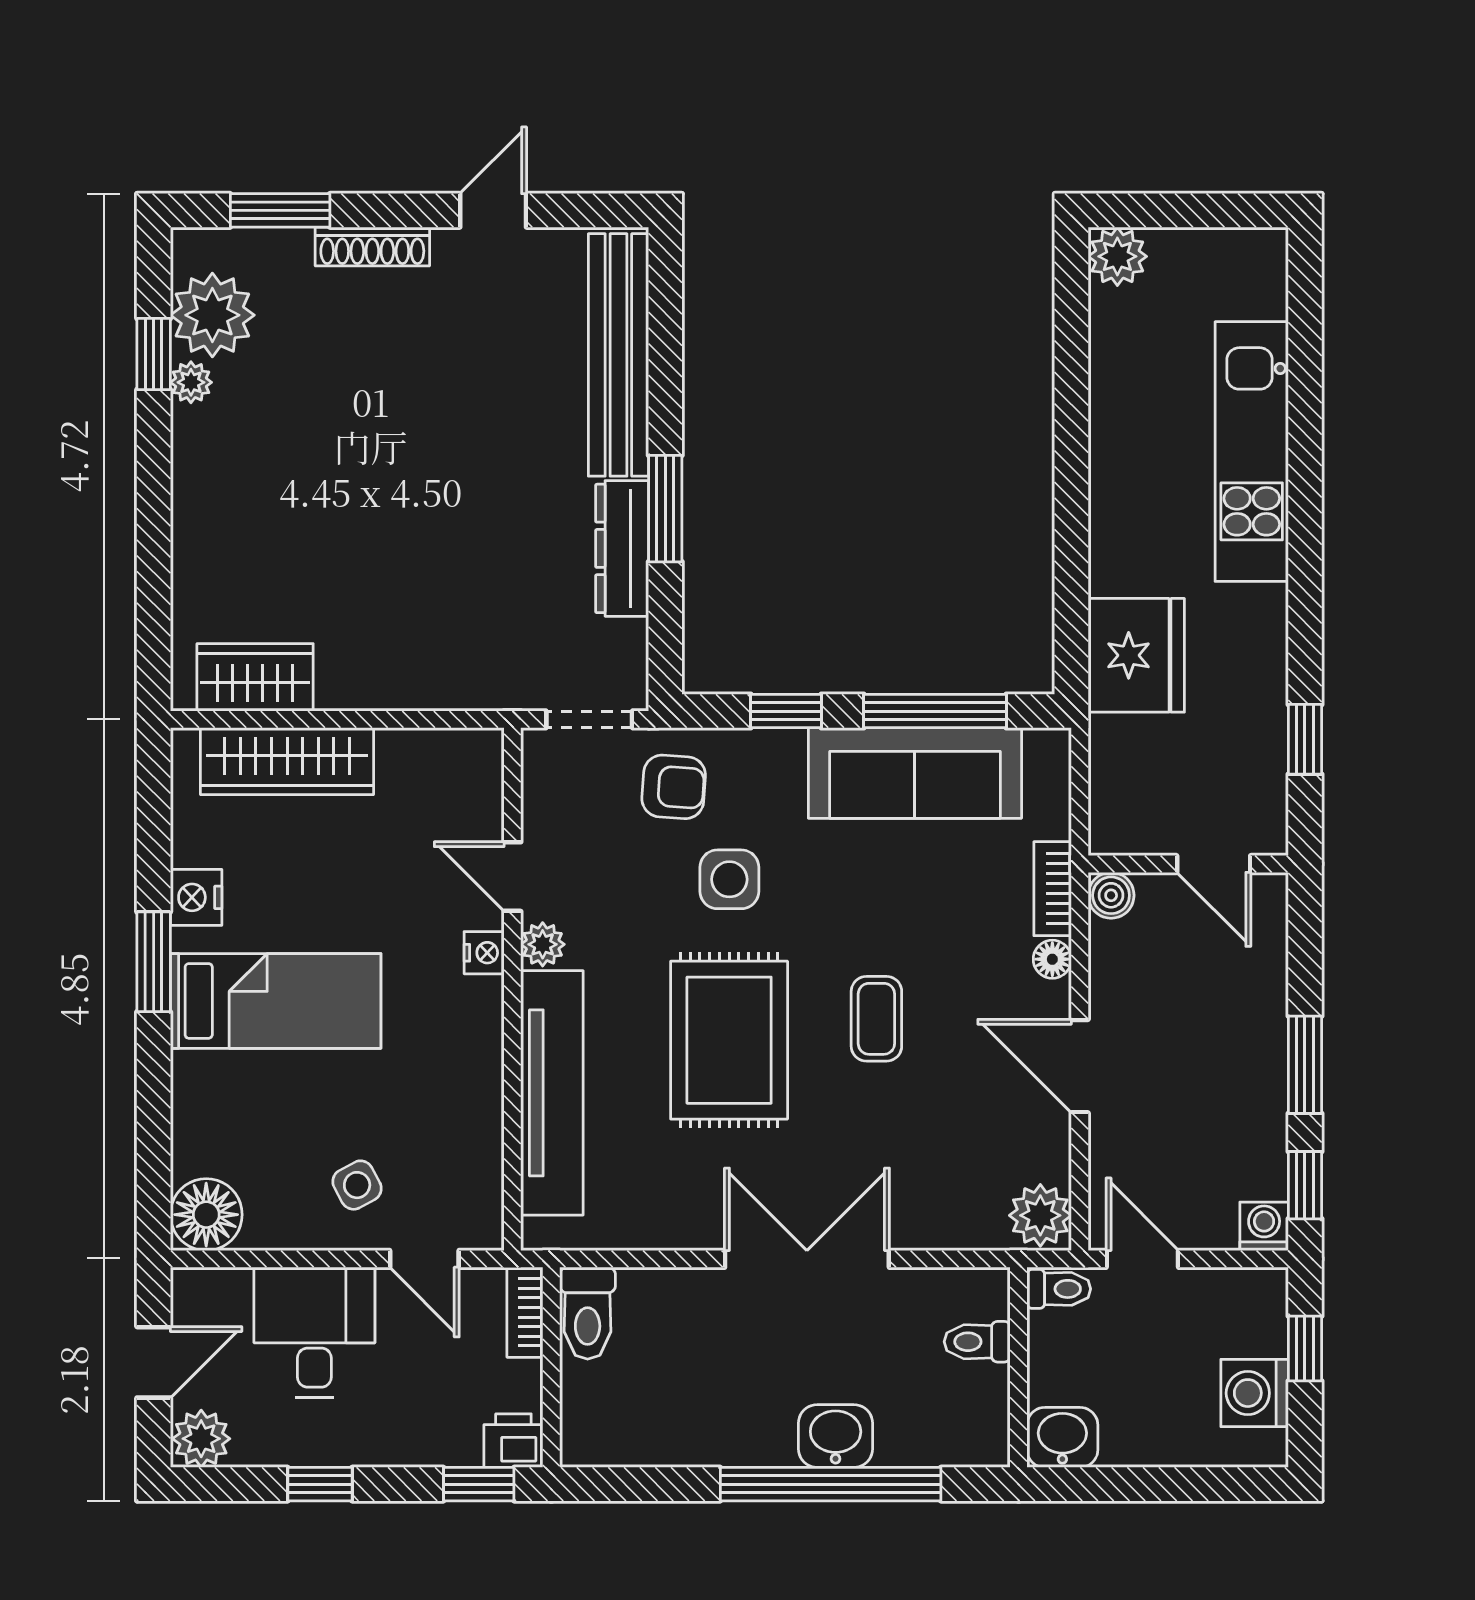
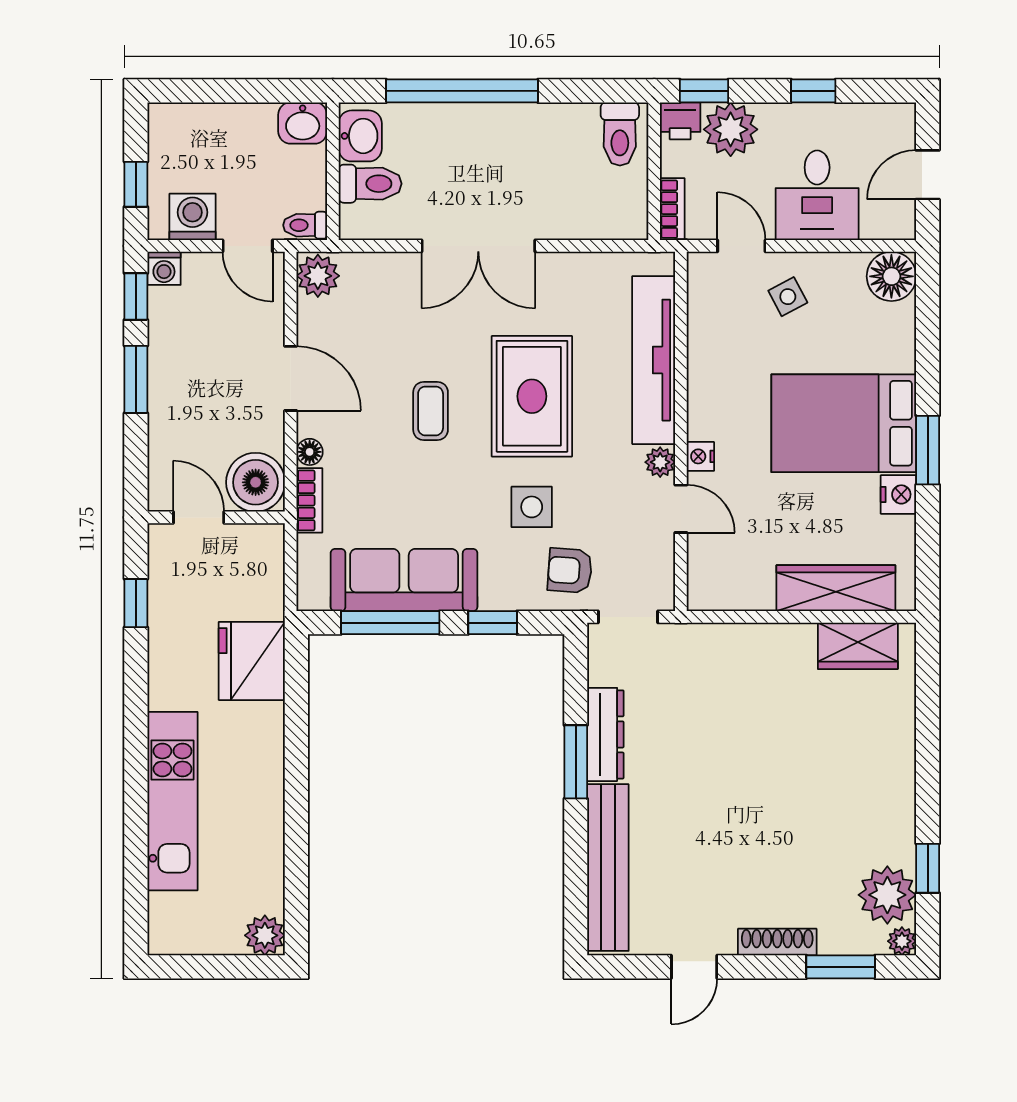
plant: (191, 382) -> (902, 941), moved
boiler: (1111, 895) -> (256, 482), width x1.86, depth x1.86
bed: (276, 1001) -> (844, 423), width x1.50
toilet: (588, 1313) -> (620, 134), moved, turned 180
toilet: (977, 1342) -> (370, 184), width x1.37, depth x1.39
washing machine: (1255, 1393) -> (192, 217), moved, turned -90
washbasin: (836, 1436) -> (360, 136), moved, turned -90
plant: (201, 1439) -> (731, 129), moved, width x1.36, depth x1.36

